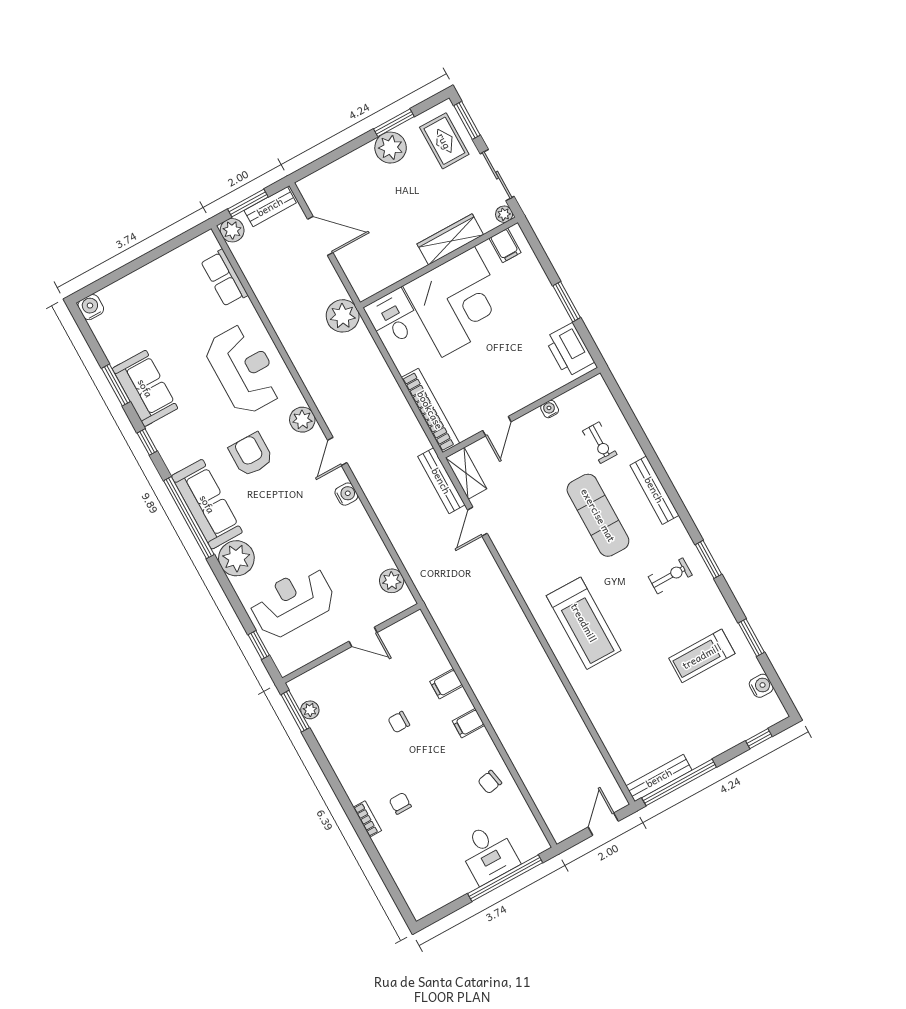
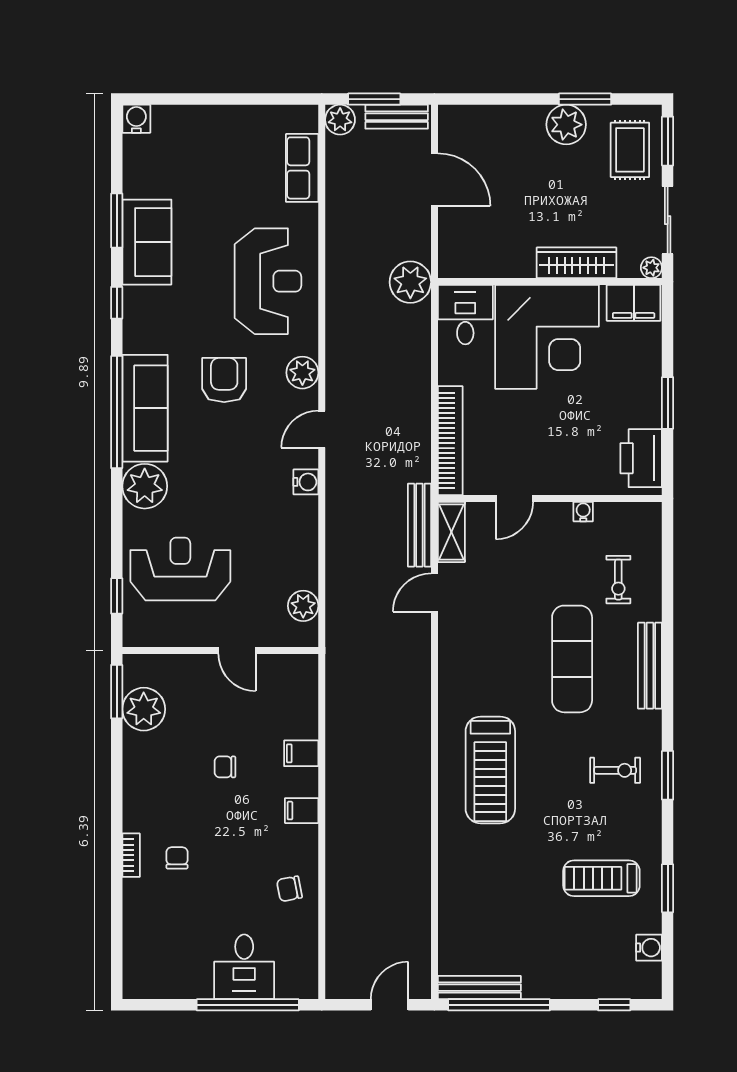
filing cabinet: (505, 245) -> (634, 303), width x2.00
plant: (310, 710) -> (144, 709), width x1.87, depth x1.87

